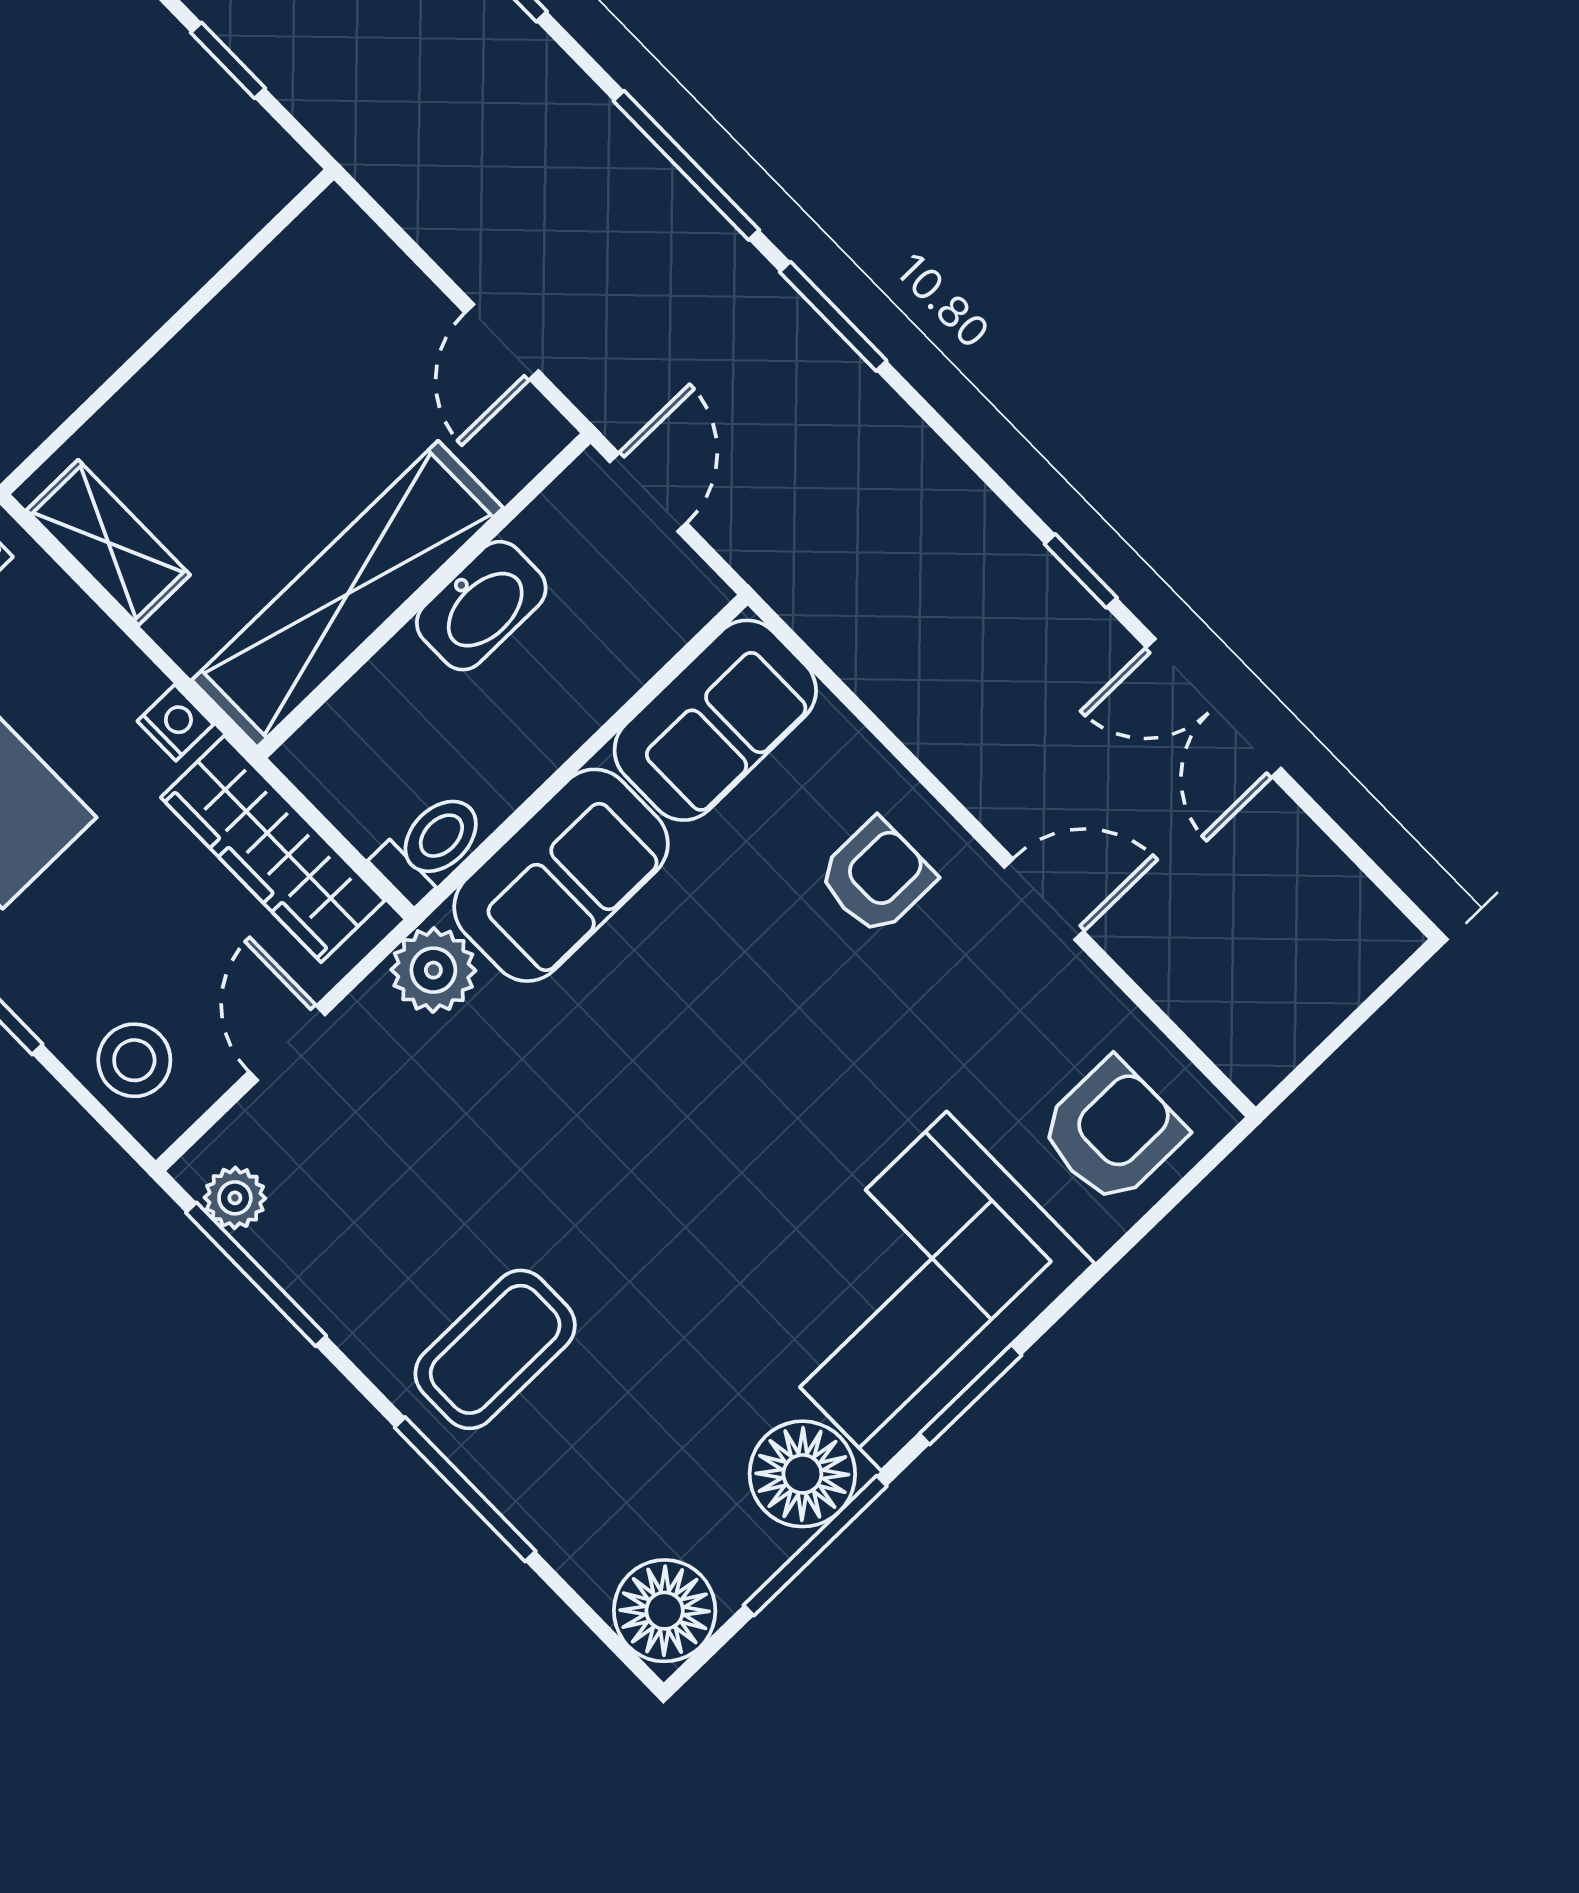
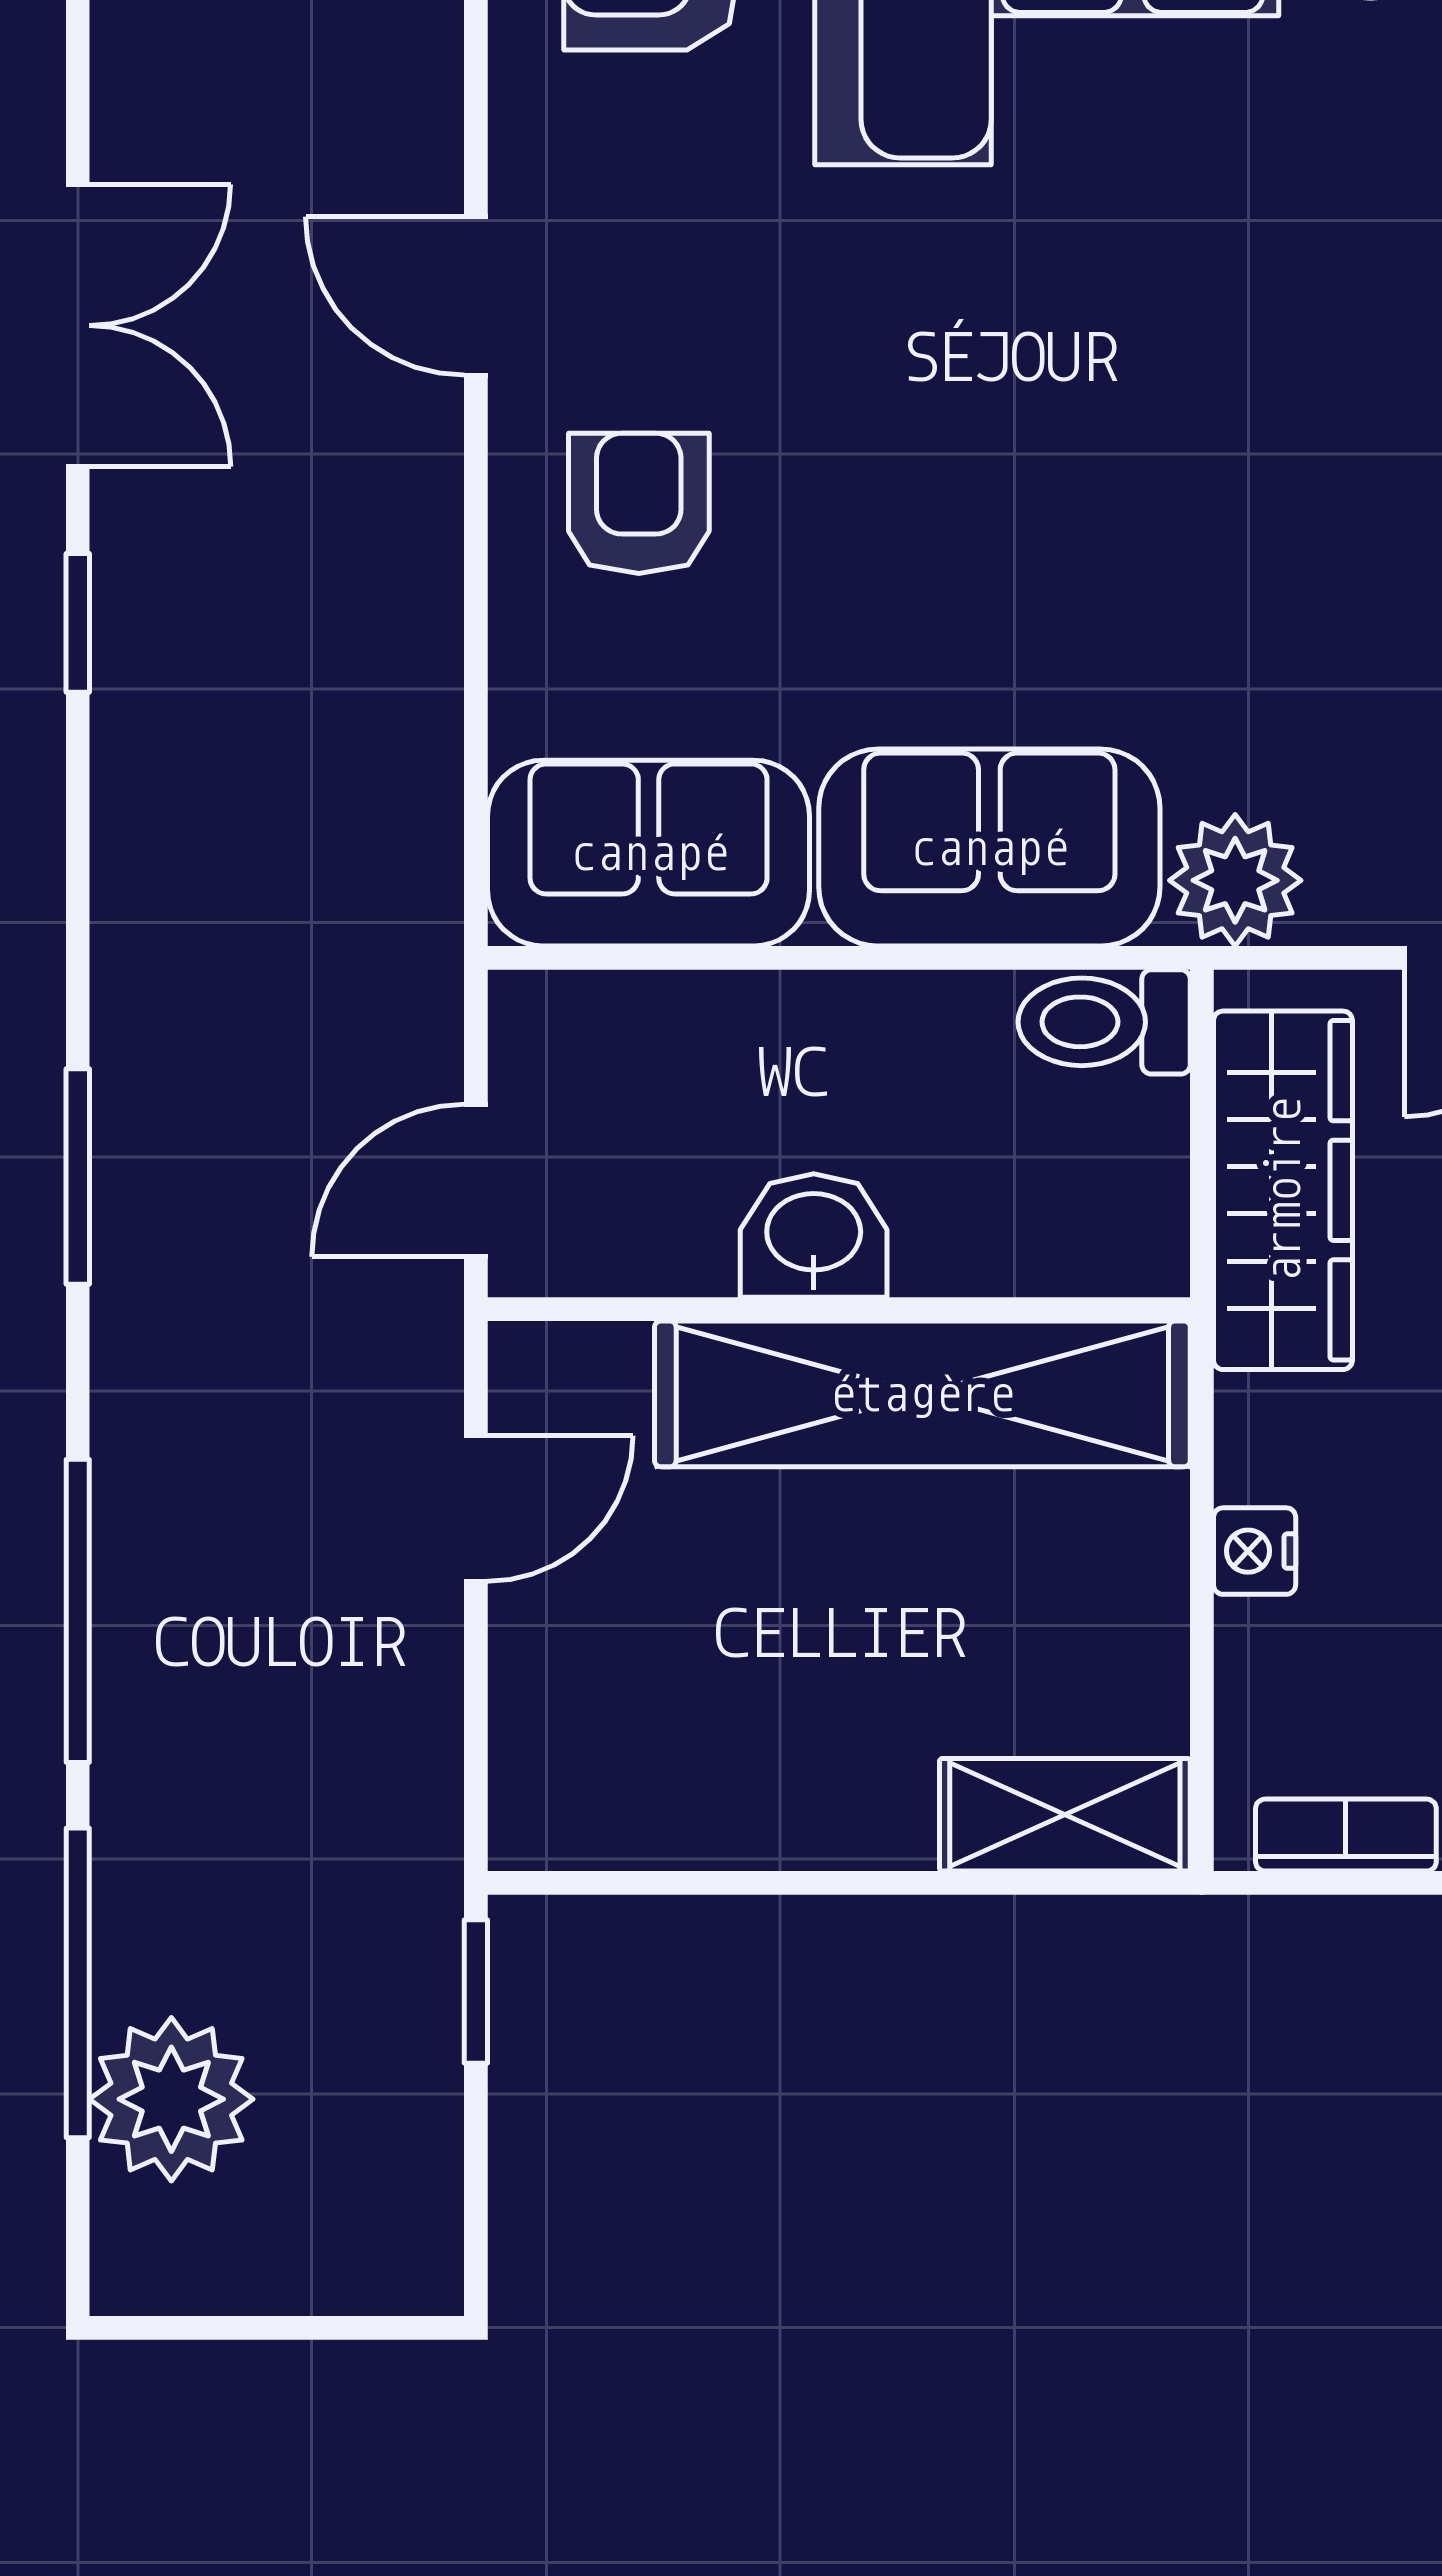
window: (228, 60) -> (476, 1991), moved
window: (686, 165) -> (78, 1611), moved
shelving: (108, 542) -> (1065, 1815), moved, turned 90
washbasin: (481, 606) -> (814, 1235), width x0.72
nightstand: (175, 723) -> (1255, 1551), moved
armchair: (876, 877) -> (639, 503), turned 90

